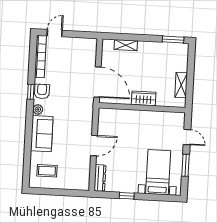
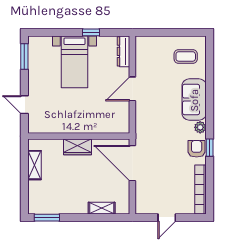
door: (55, 33) -> (167, 218), moved
armchair: (42, 91) -> (197, 149), turned 180
window: (185, 165) -> (24, 57), moved
bed with nightstands: (158, 172) -> (74, 62), moved

